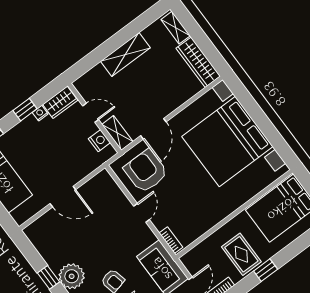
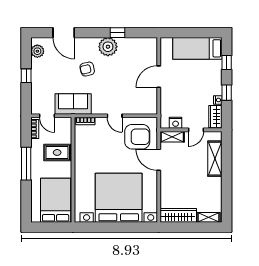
shelving: (125, 55) -> (215, 159), moved
rug: (241, 254) -> (57, 152), moved
window: (266, 270) -> (26, 164), width x2.17

